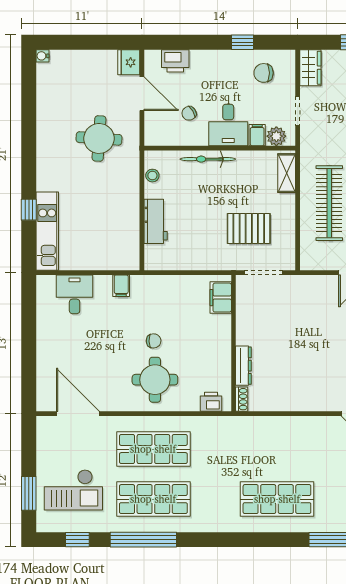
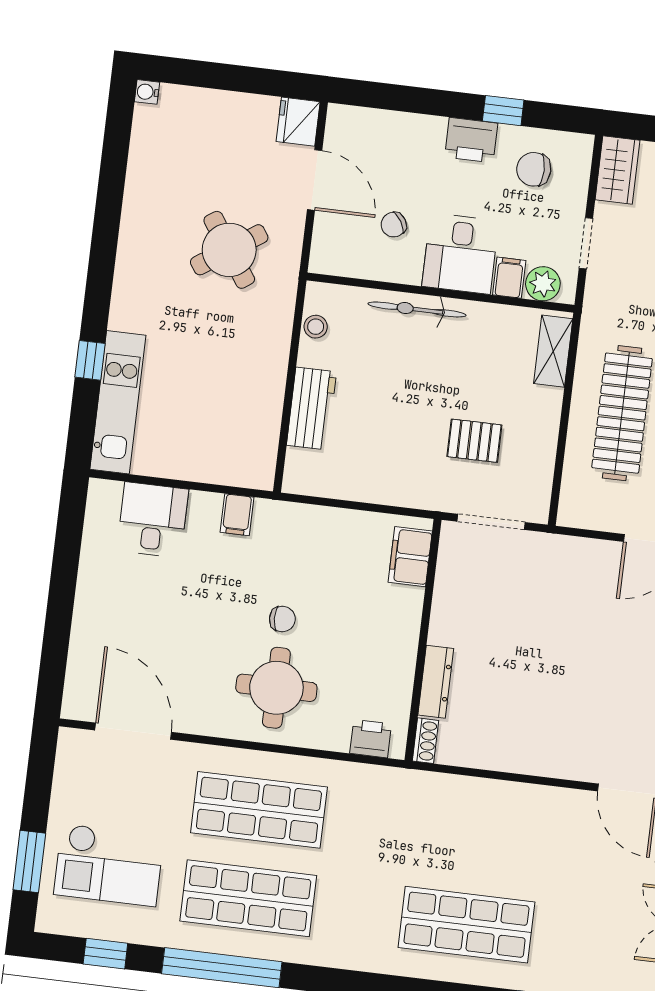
printer: (175, 61) -> (471, 140), moved
round table: (99, 138) -> (229, 250), turned -38
pallet: (249, 228) -> (474, 441), width x0.67, depth x0.71

